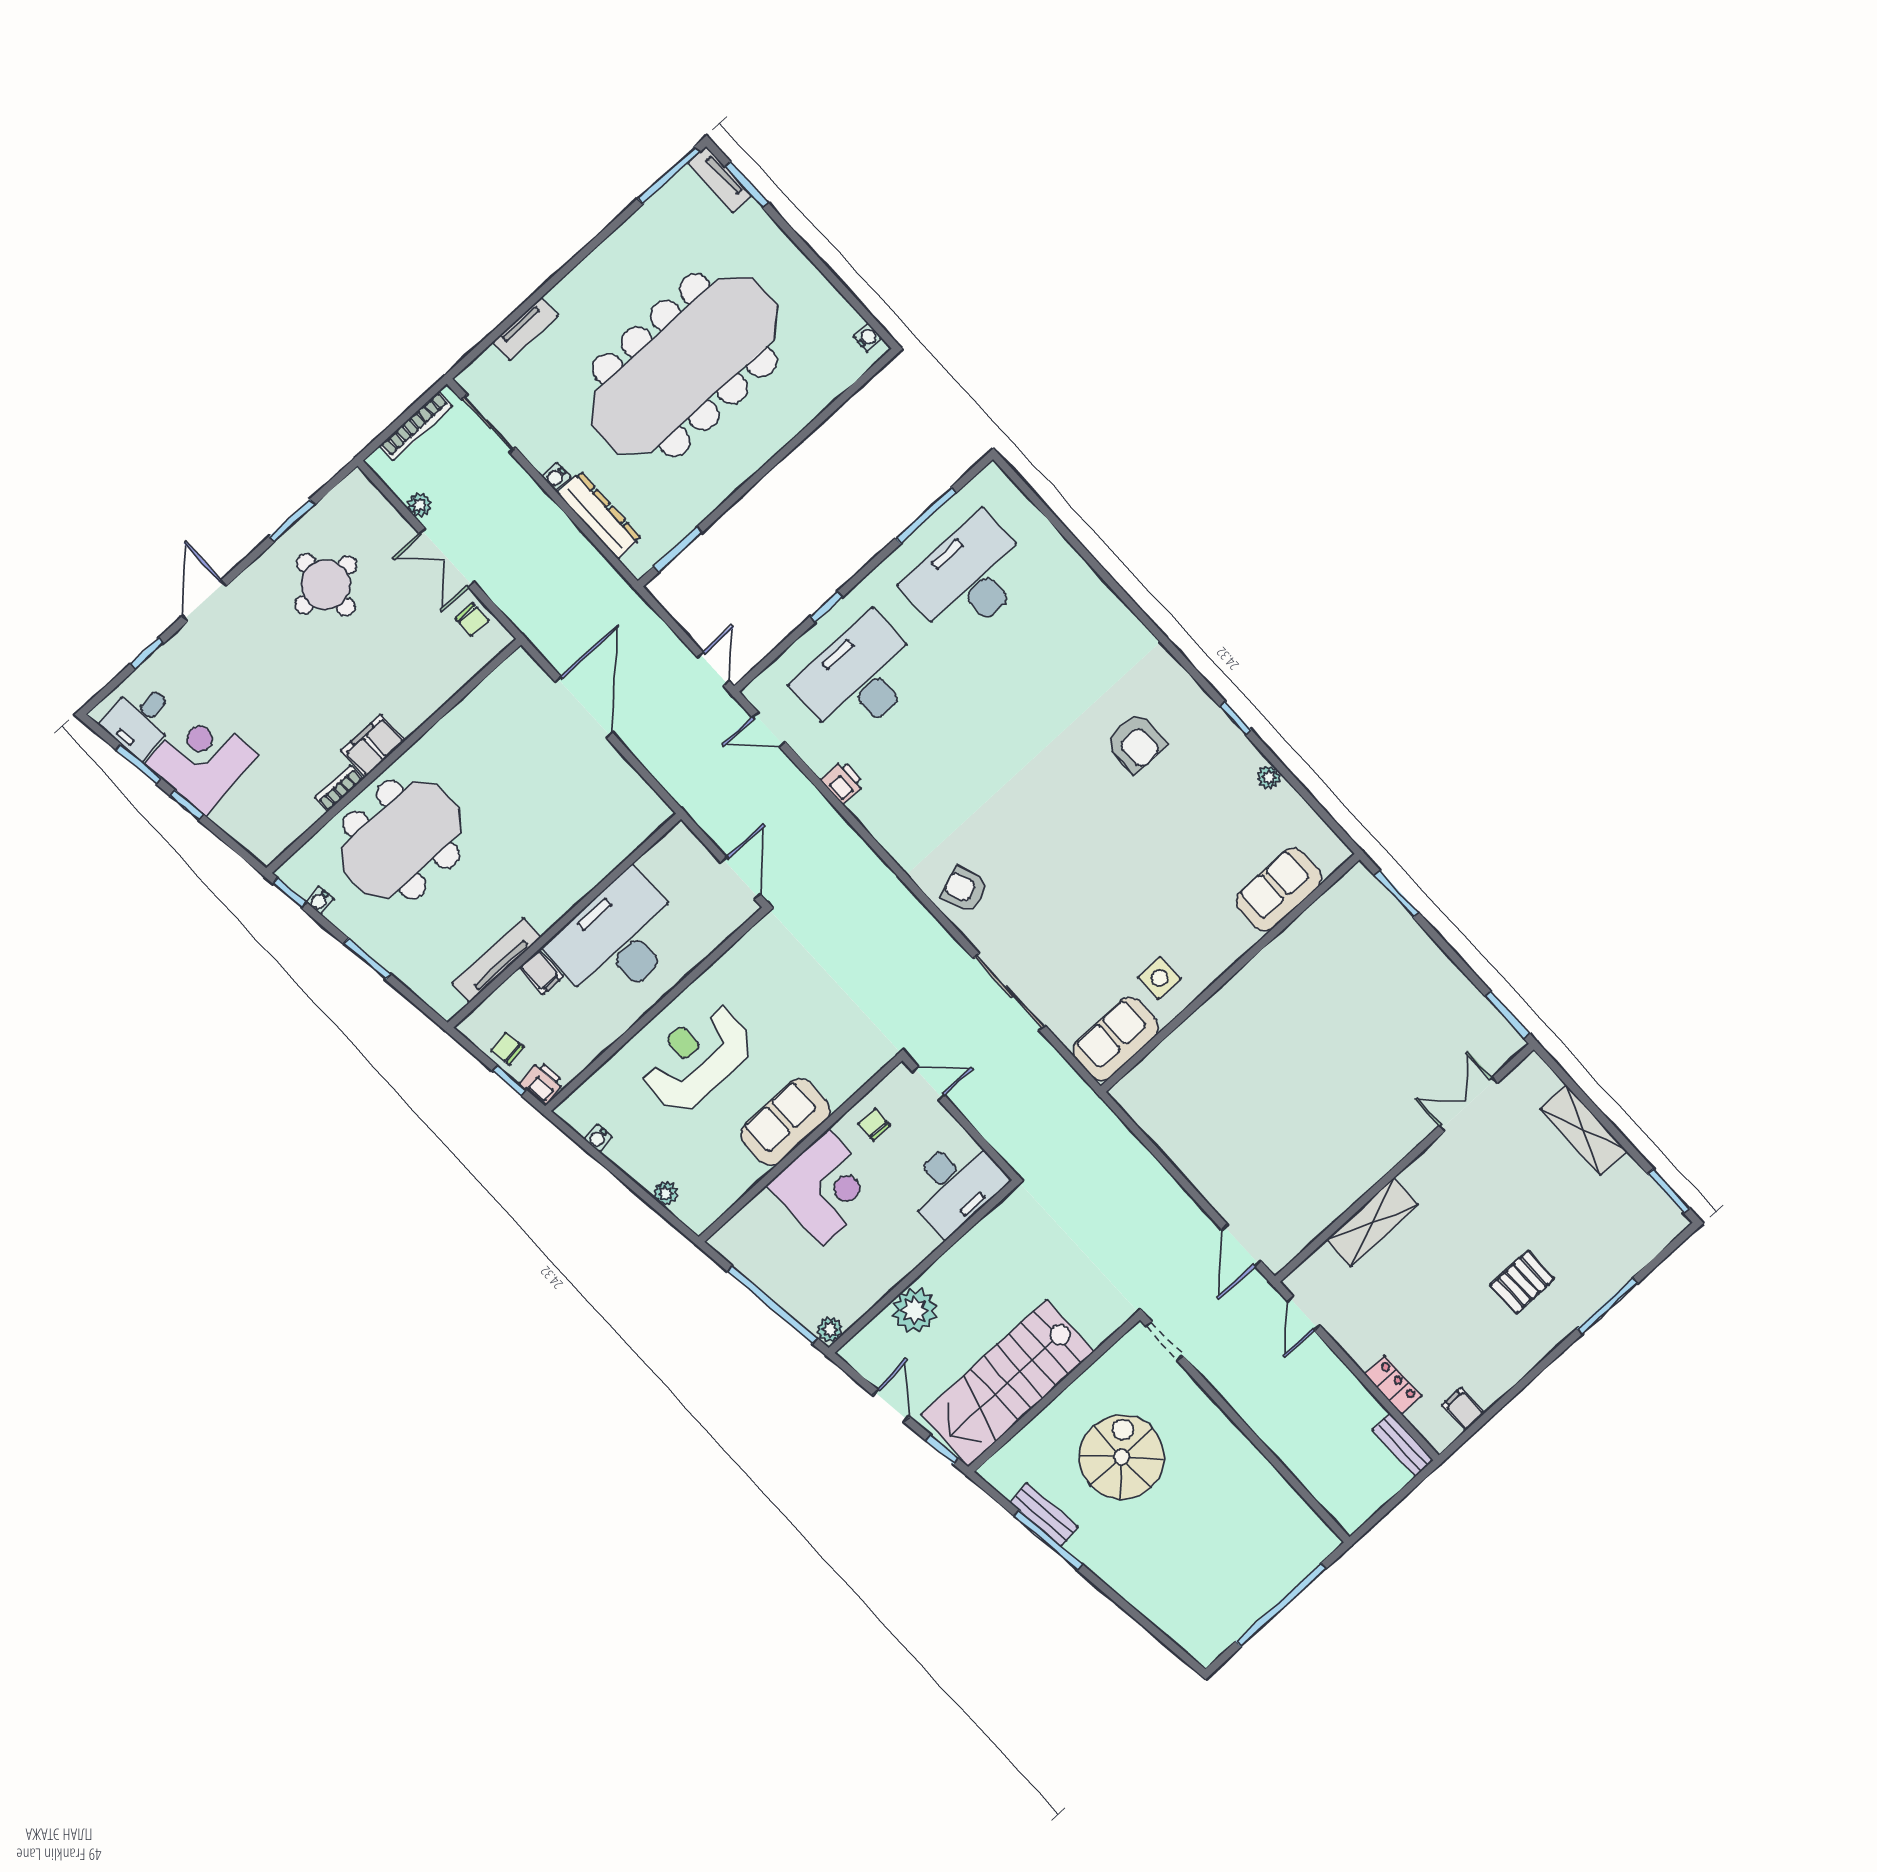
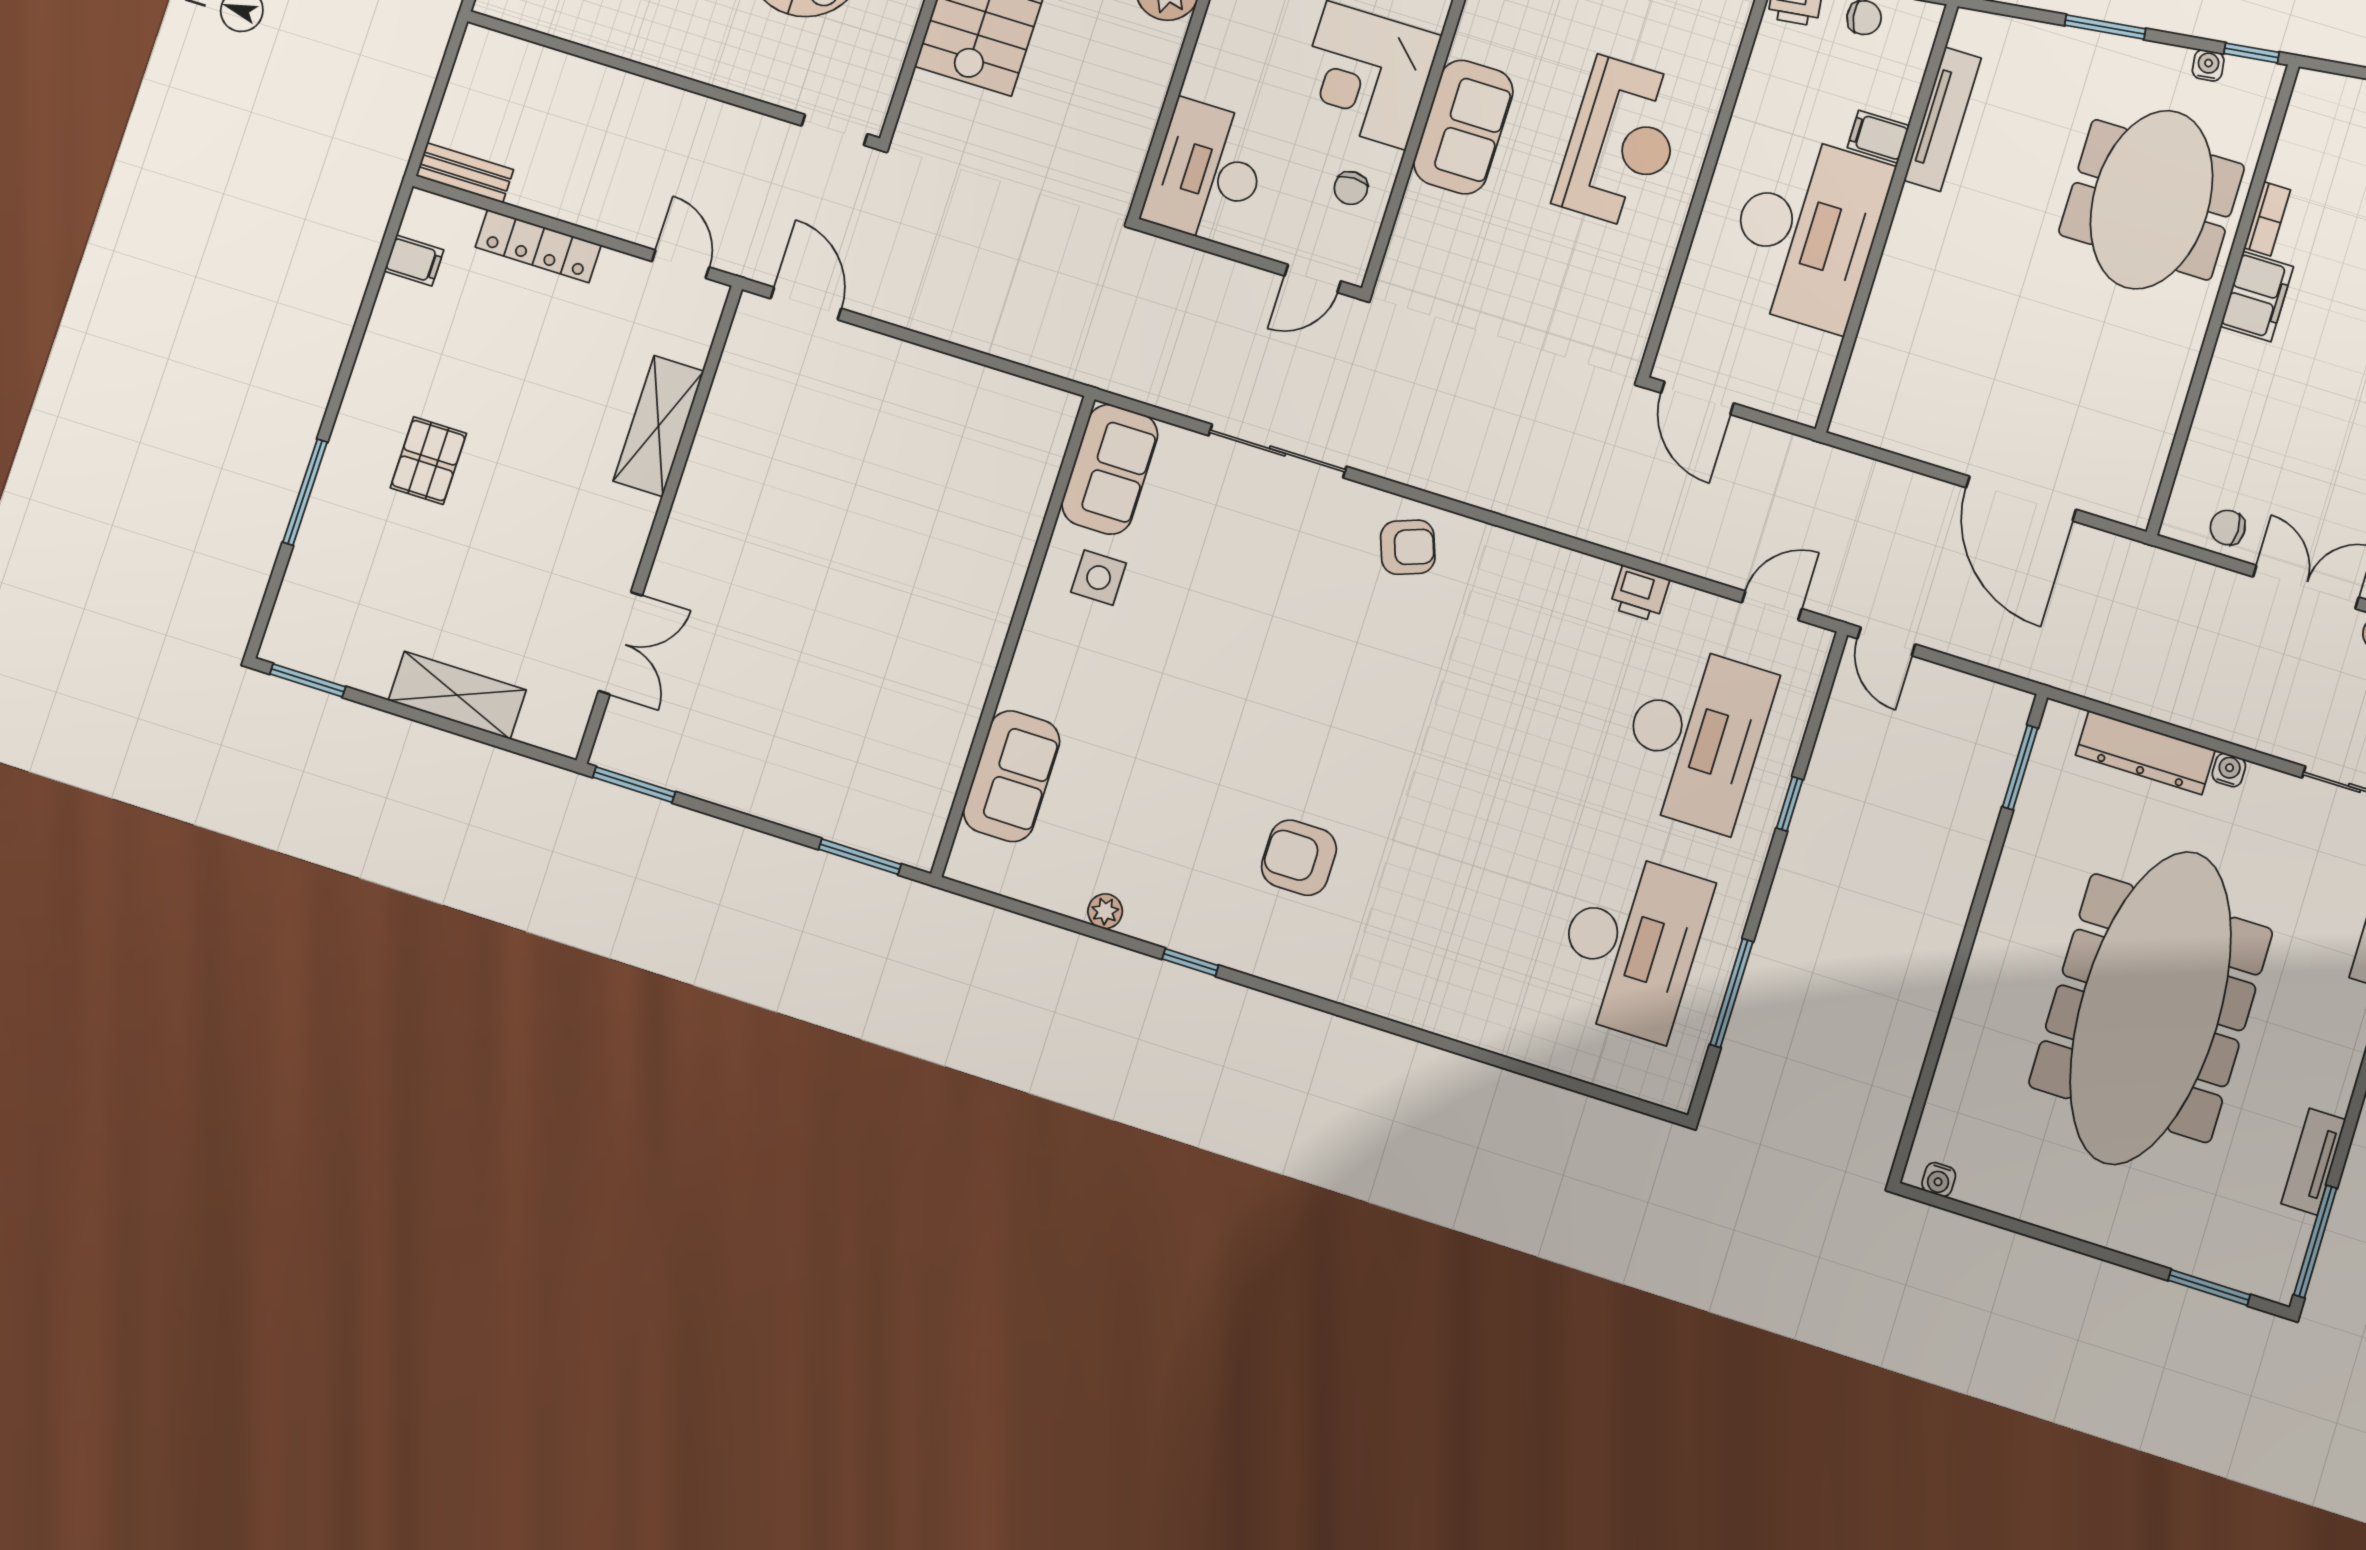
tv unit: (719, 179) -> (2313, 1162), moved, turned -90
chair: (874, 1125) -> (1351, 188), turned 90
locker: (1393, 1385) -> (538, 246), width x1.53

